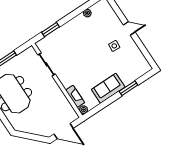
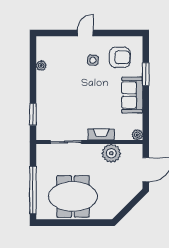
armchair: (128, 63) -> (120, 57), added
fireplace: (75, 96) -> (101, 134), moved
plant: (59, 100) -> (111, 153), added

